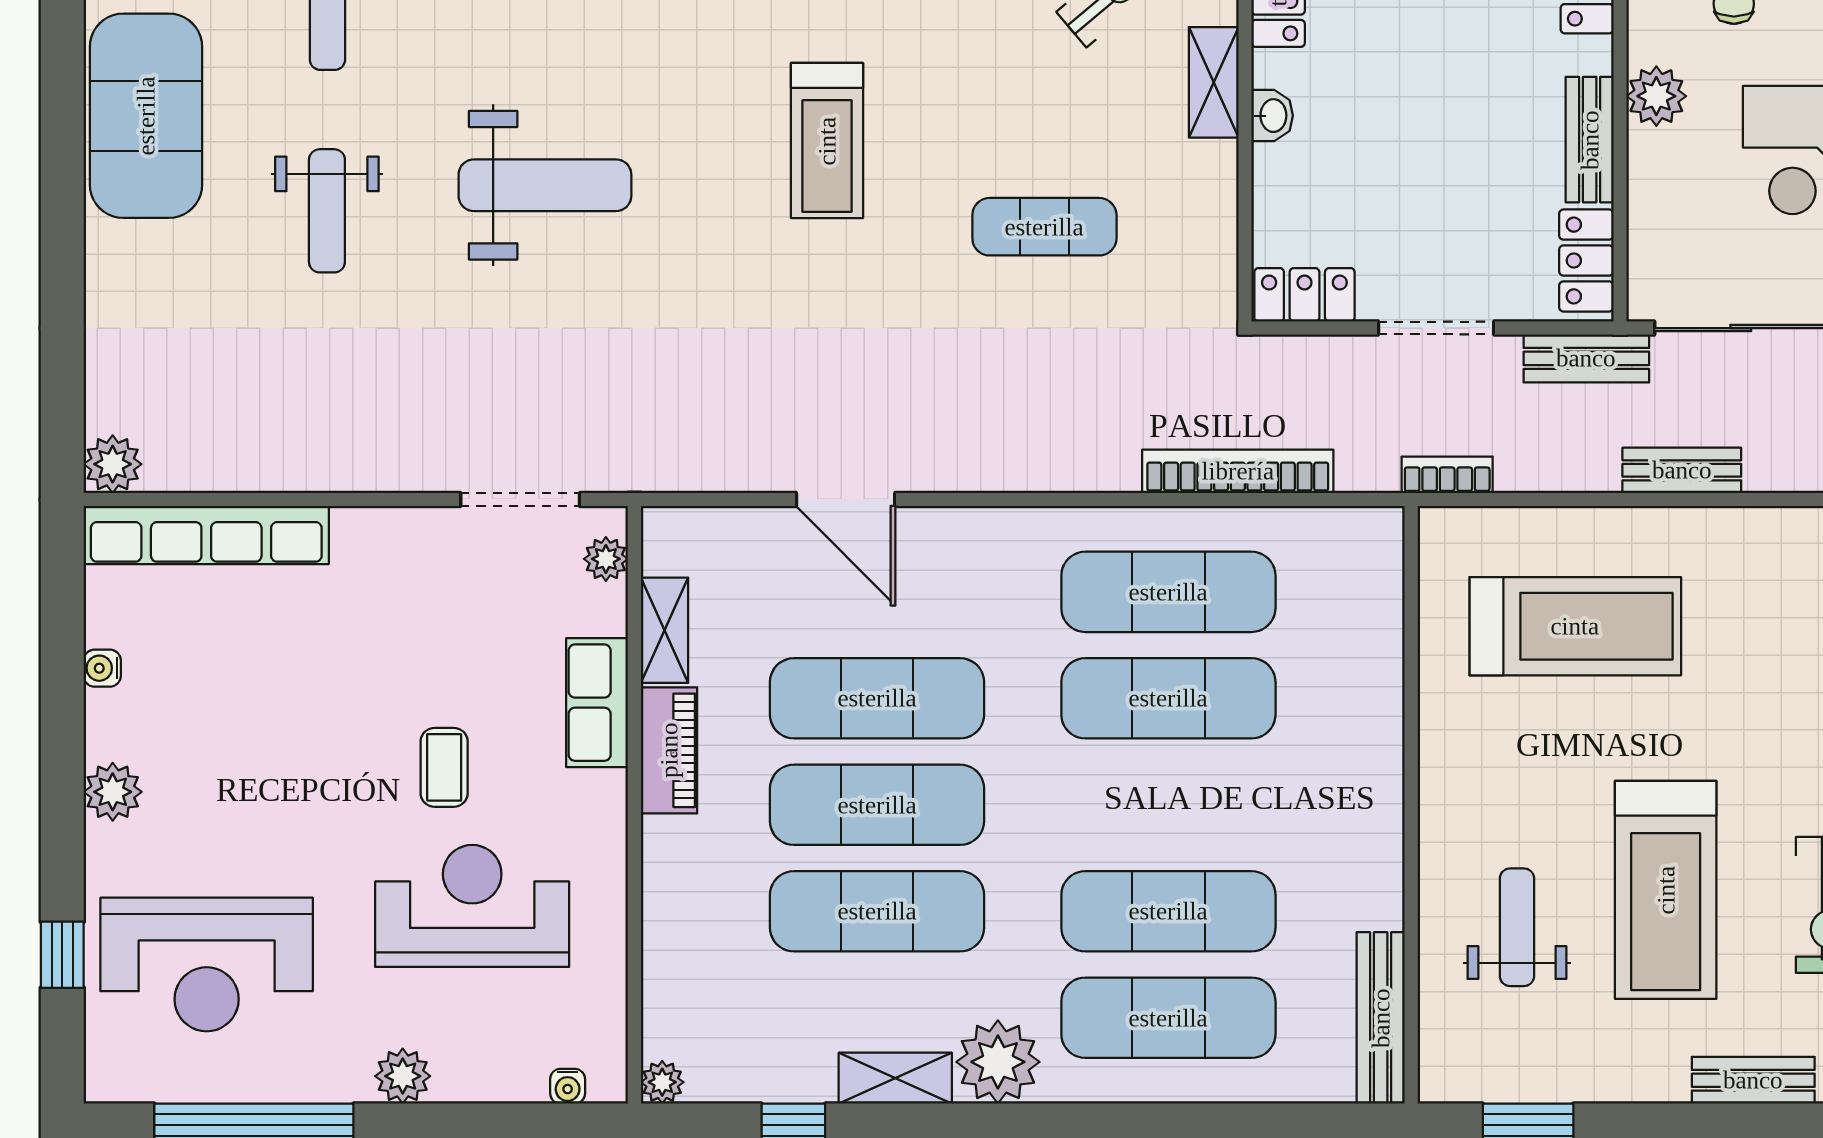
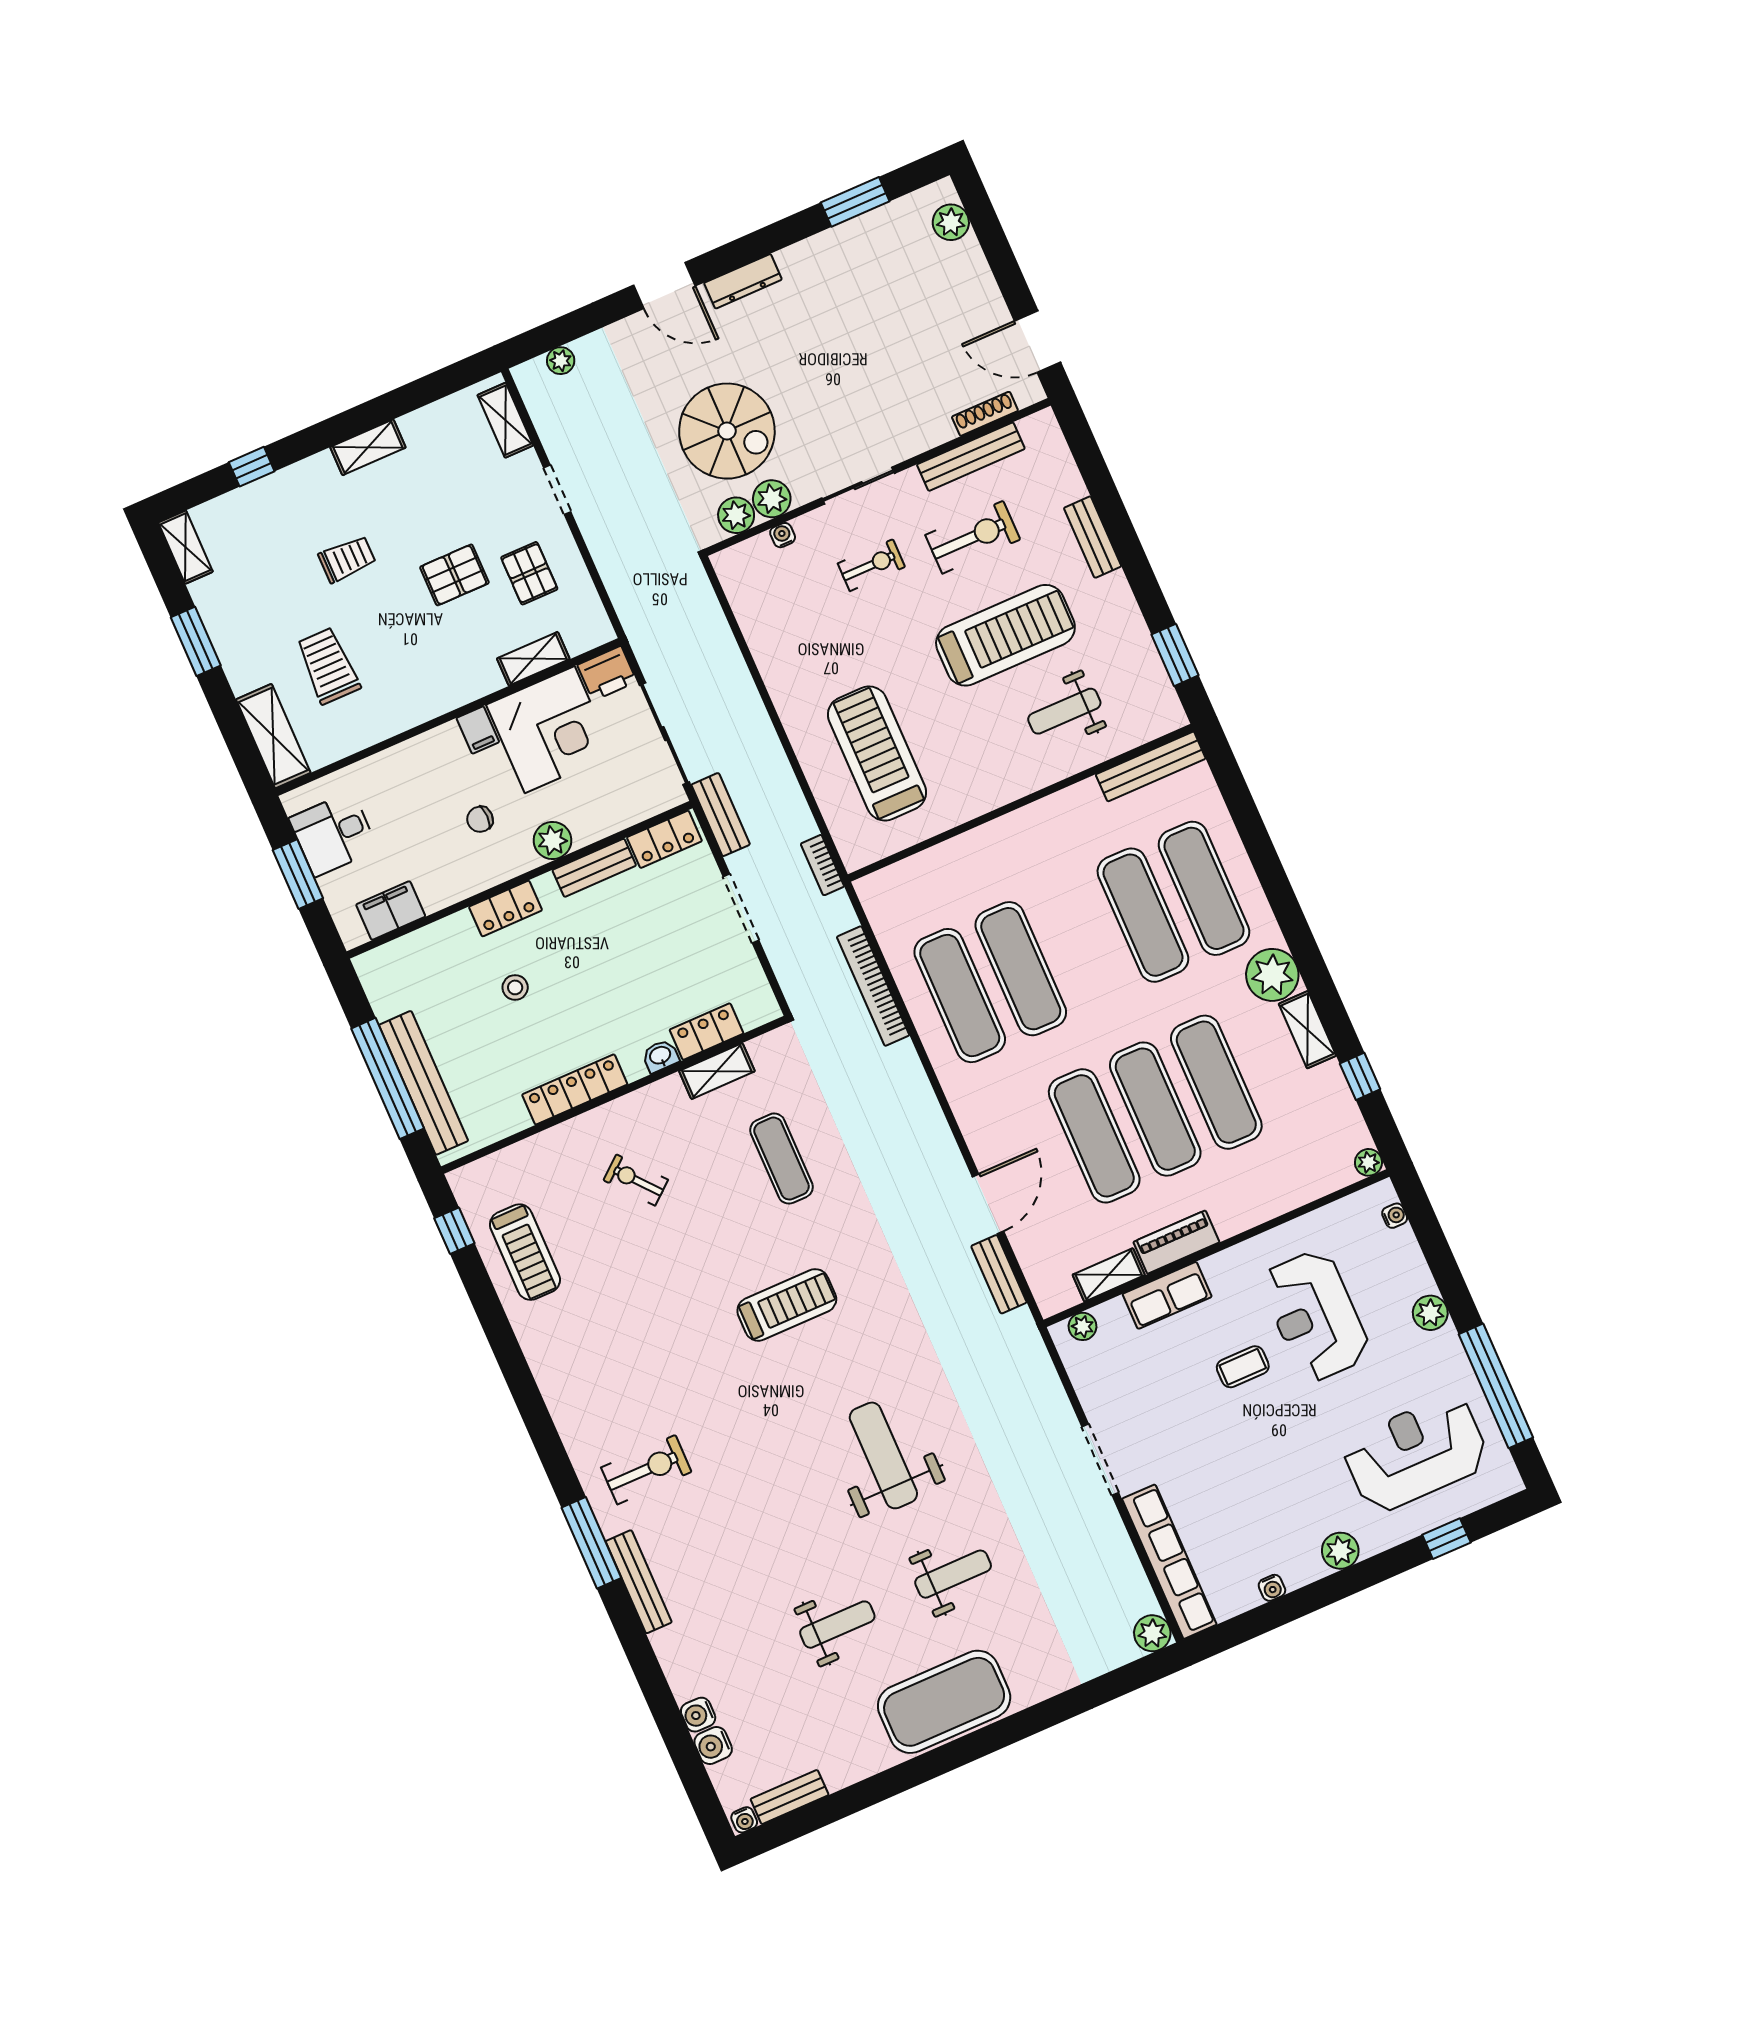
shelving: (1214, 82) -> (717, 1071), moved
locker: (1304, 295) -> (706, 1032), moved, turned 90
bench: (1682, 470) -> (999, 1274), moved
doorway: (520, 499) -> (1100, 1460), moved
reception desk: (207, 965) -> (1416, 1453), turned -90

